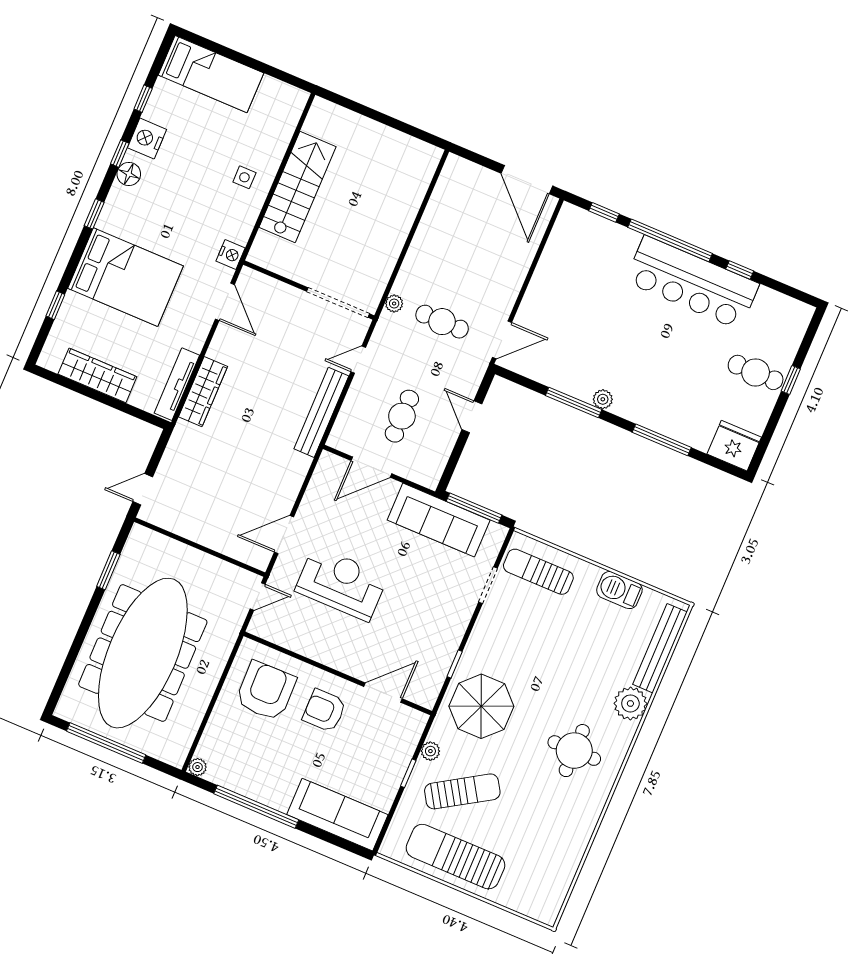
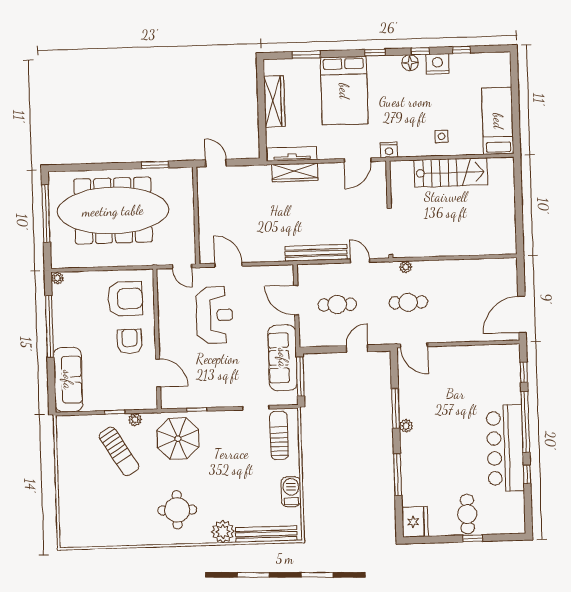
bed: (211, 74) -> (498, 121), moved, turned 180
window: (55, 305) -> (306, 55), width x1.50
cafe table: (442, 322) -> (408, 302), turned 90
sun lounger: (455, 857) -> (76, 466), removed

